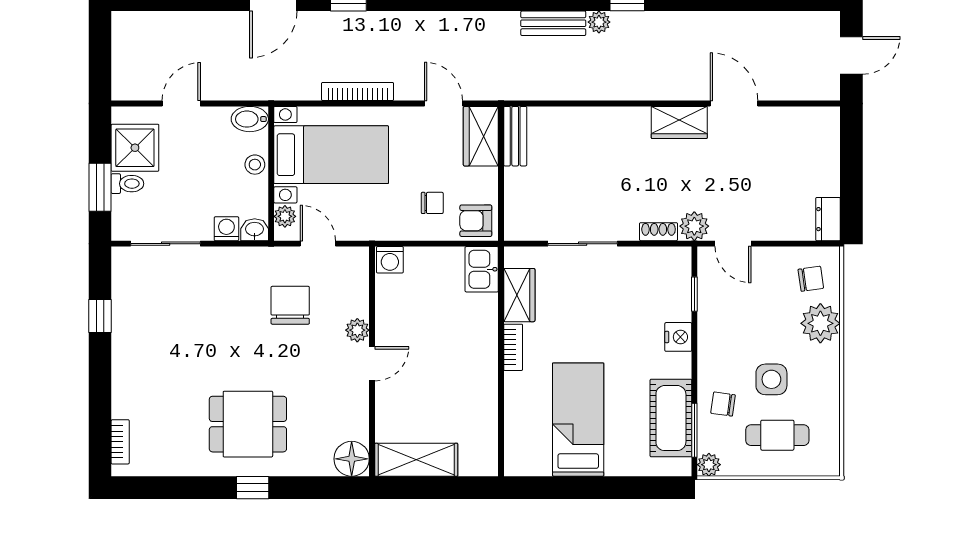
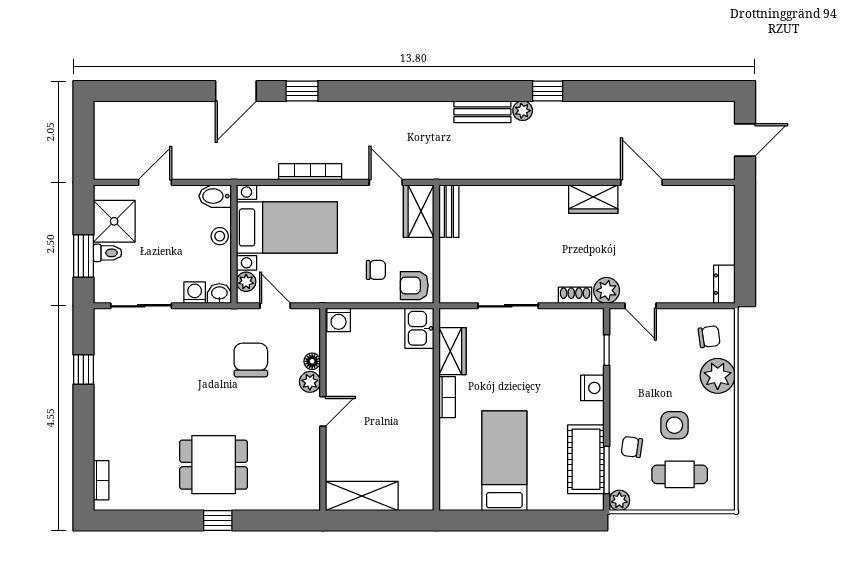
floor lamp: (352, 459) -> (312, 361), moved, width x0.53, depth x0.53

